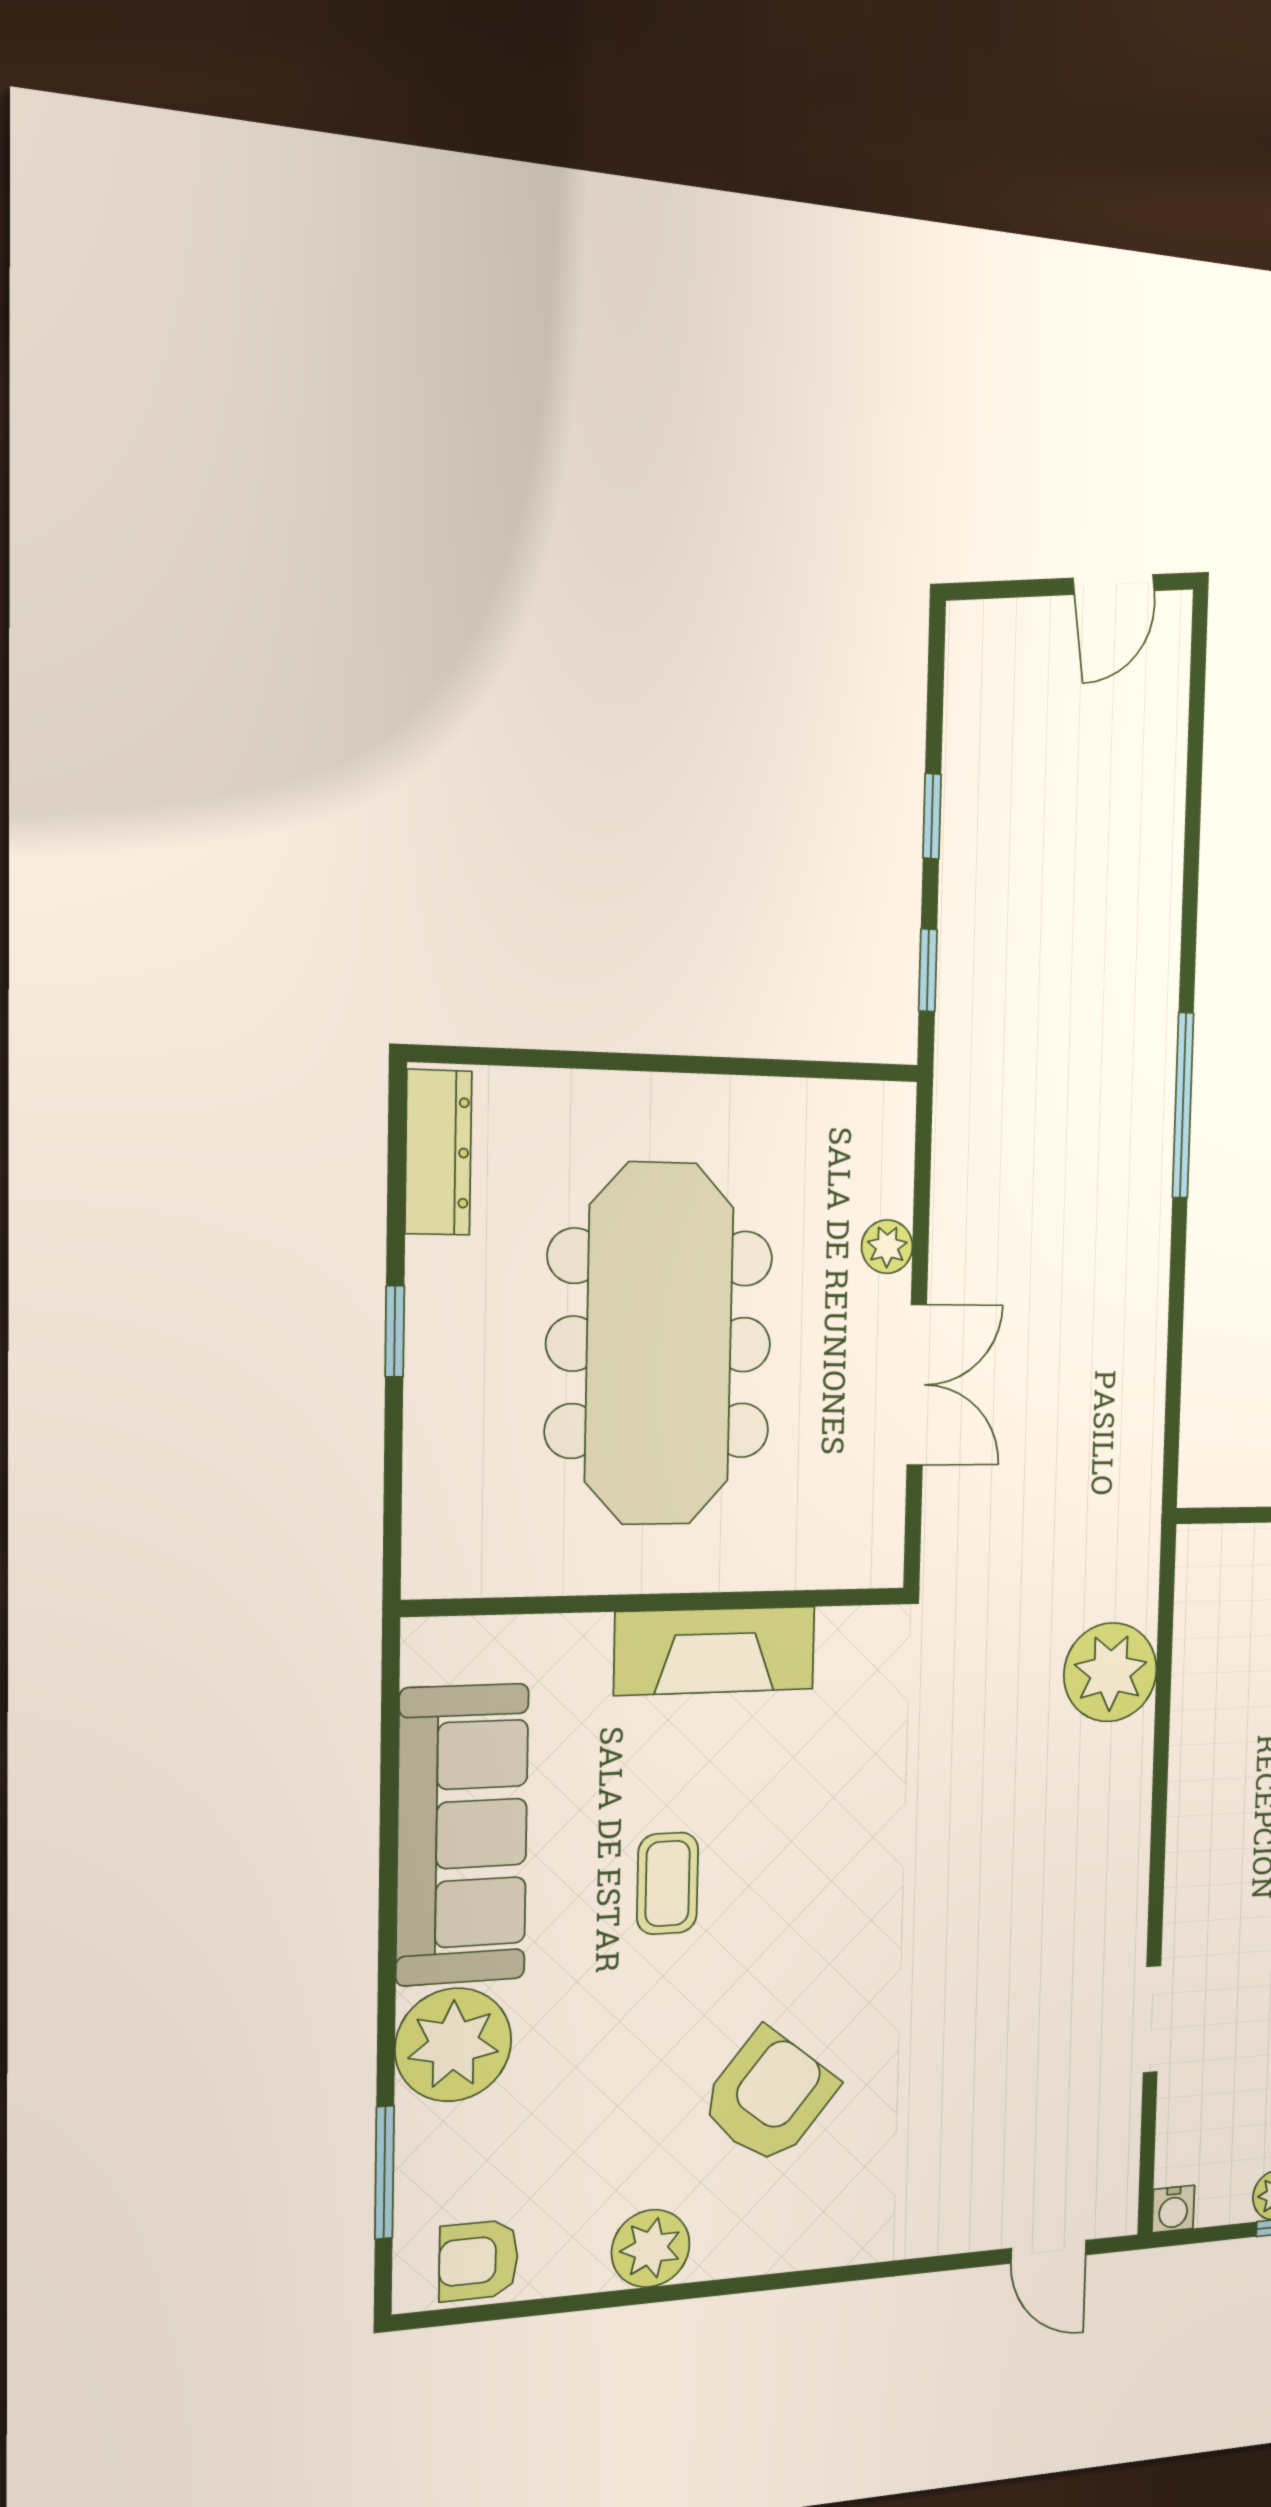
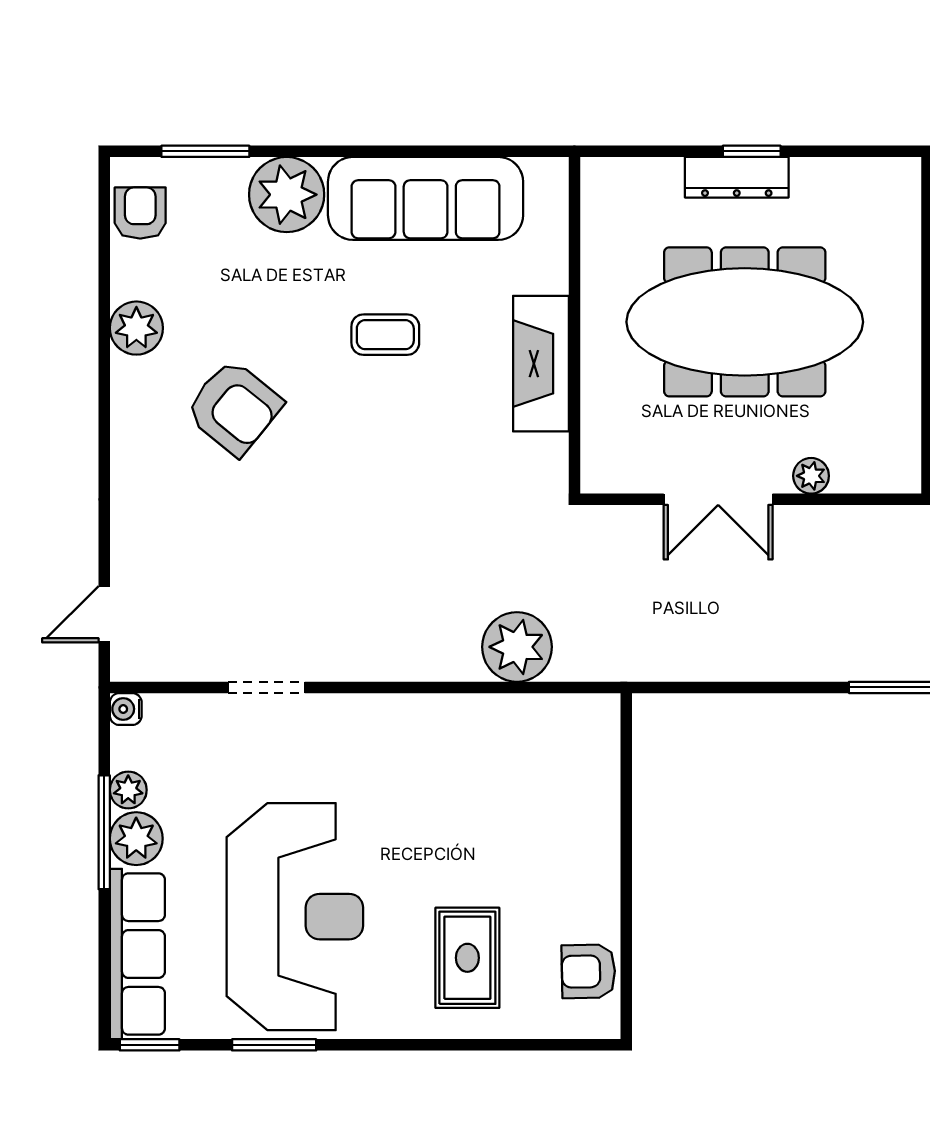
dresser: (438, 1152) -> (737, 177), moved

